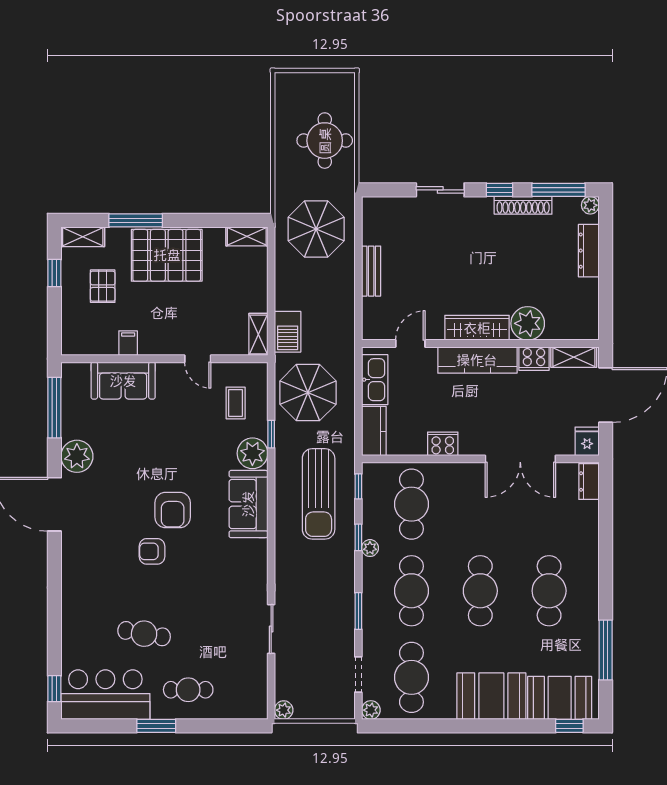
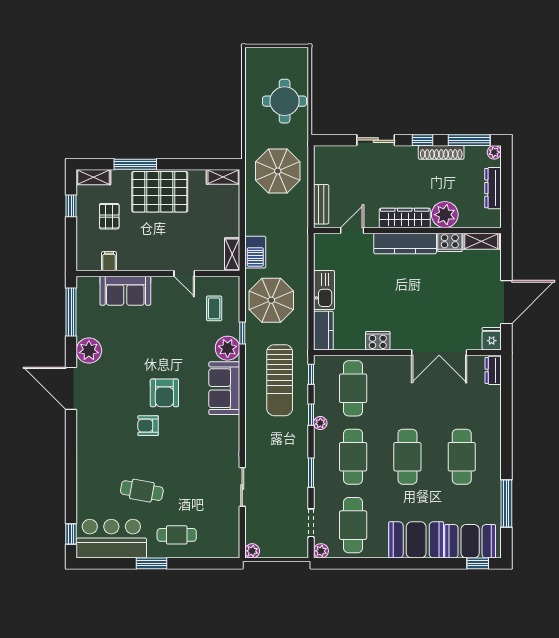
plant: (528, 323) -> (445, 215), moved
wardrobe: (477, 328) -> (405, 218), moved
filing cabinet: (128, 343) -> (109, 261), moved
door: (410, 343) -> (352, 230), moved
wall: (480, 343) -> (407, 230), moved
shelving: (574, 357) -> (481, 241), moved
cooker: (534, 359) -> (450, 242), moved
kitchen counter: (477, 360) -> (405, 243), moved

